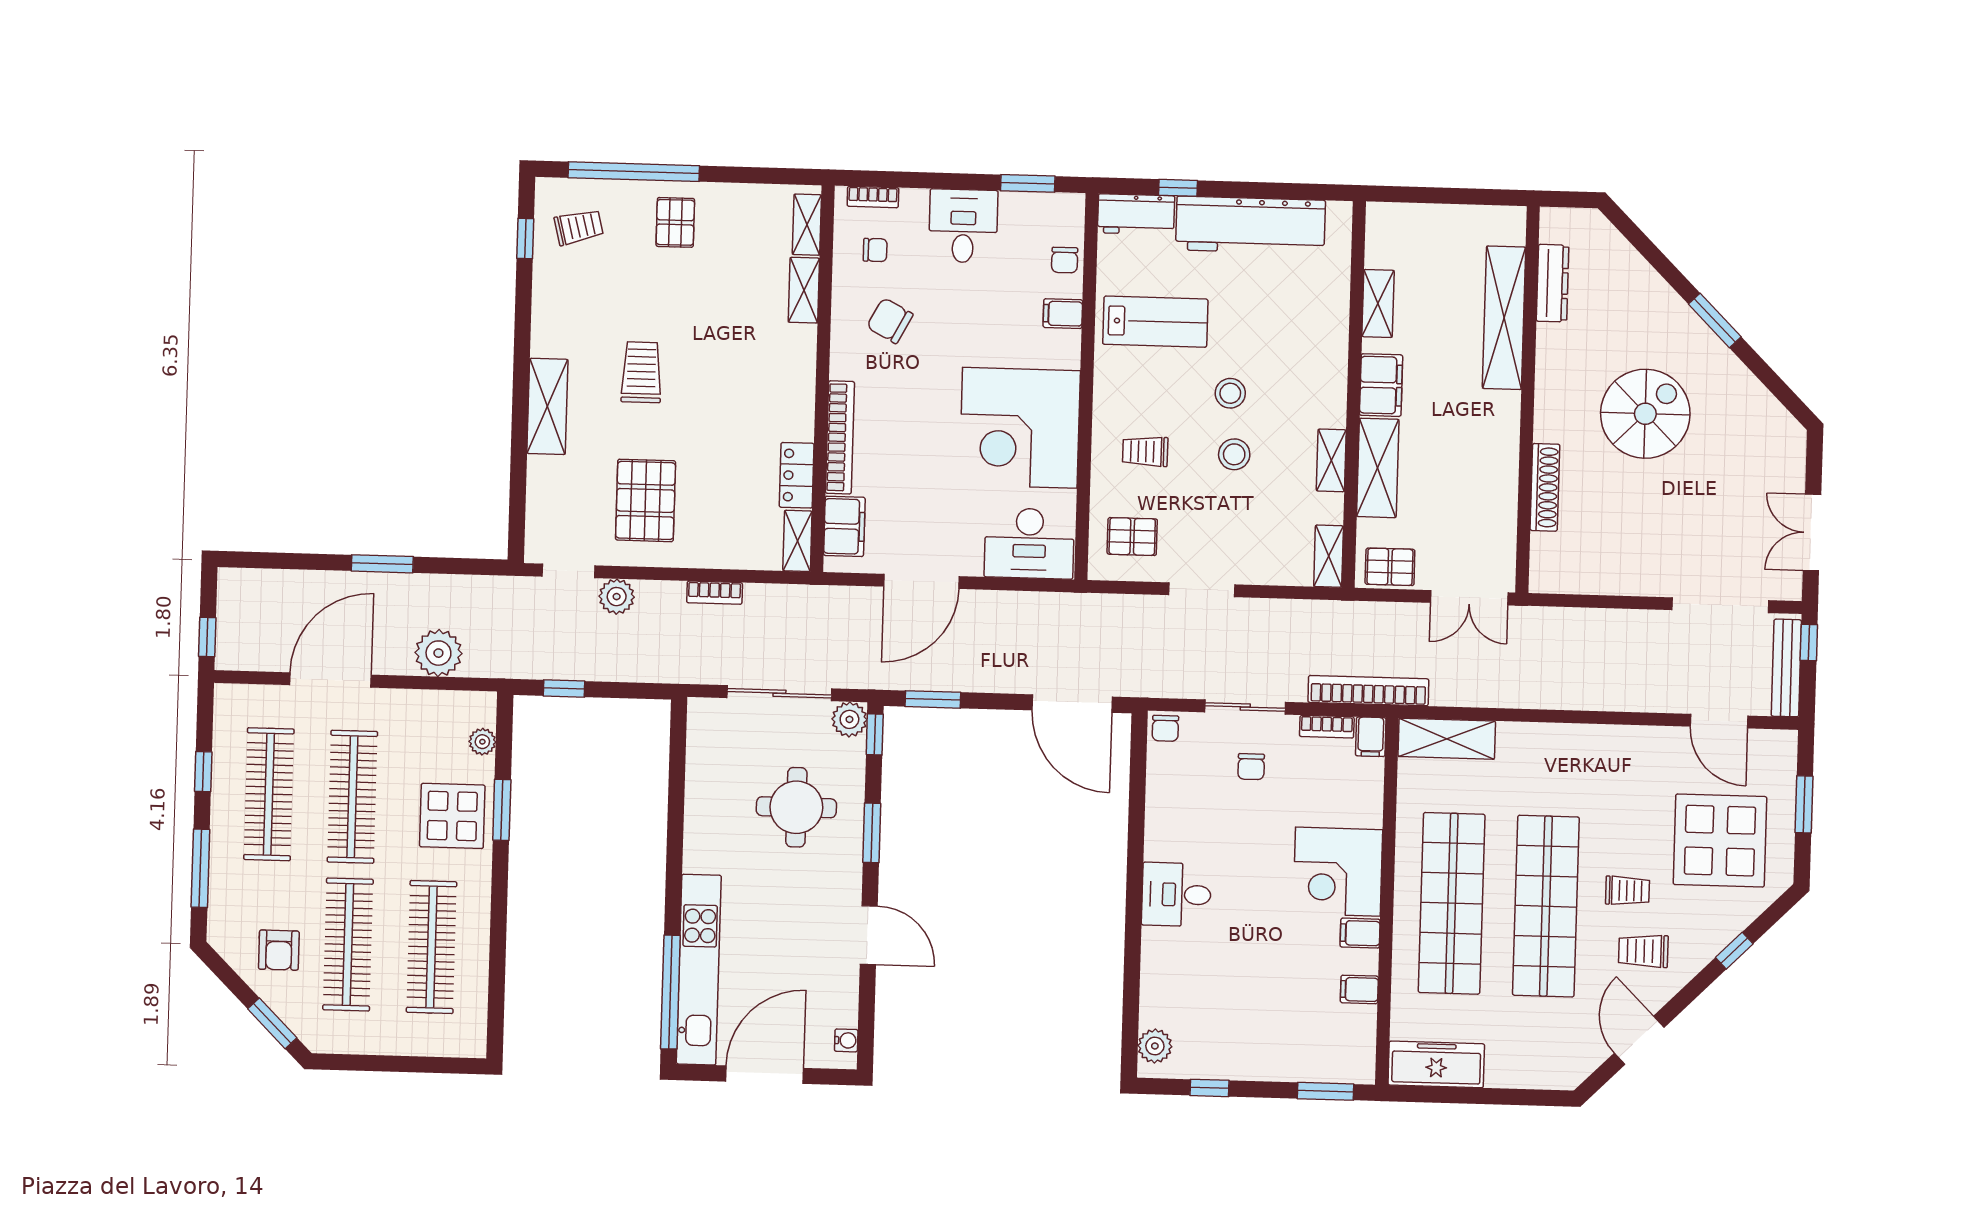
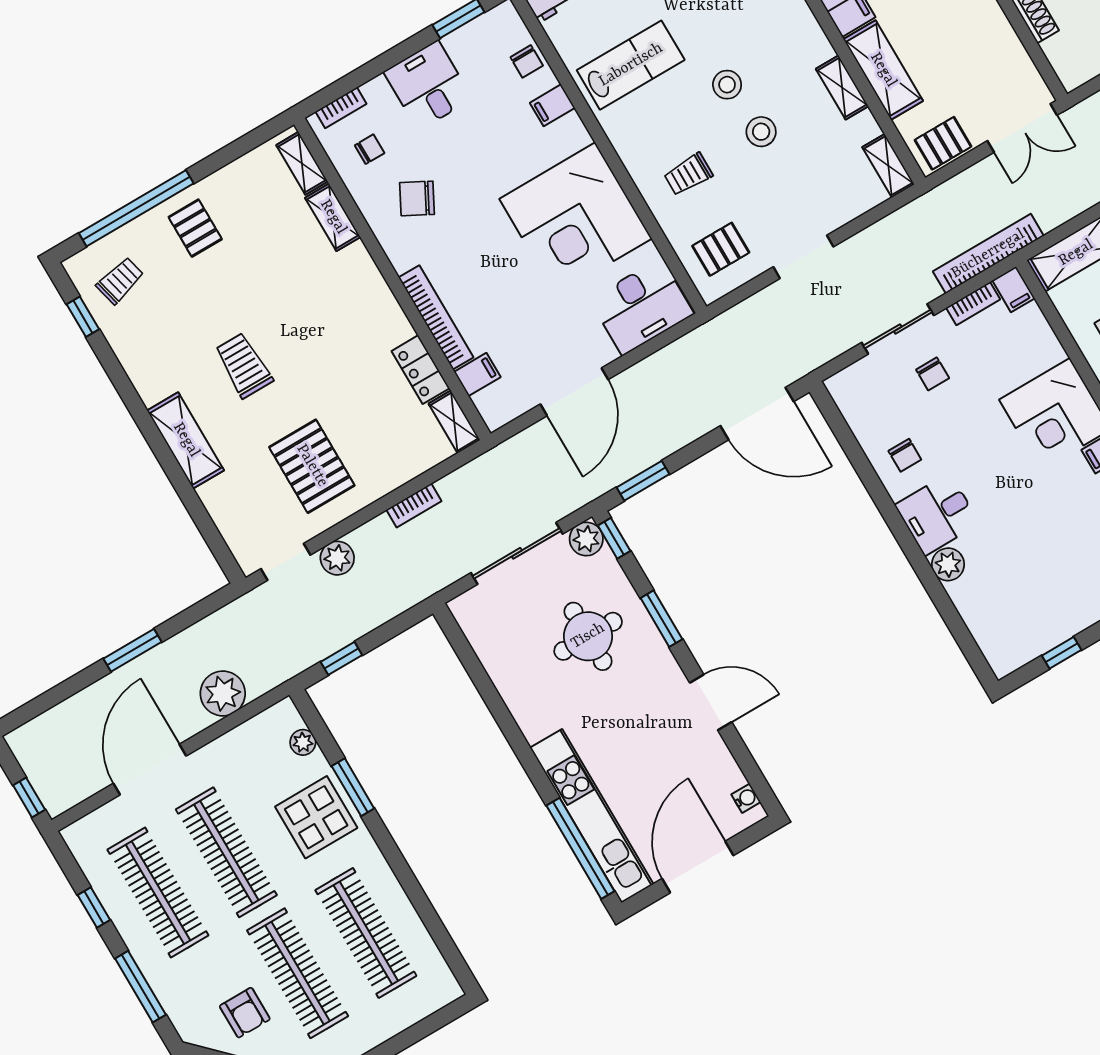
filing cabinet: (844, 526) -> (477, 374), width x0.50
chair: (1165, 728) -> (905, 455), moved
plant: (1155, 1046) -> (948, 564), moved

